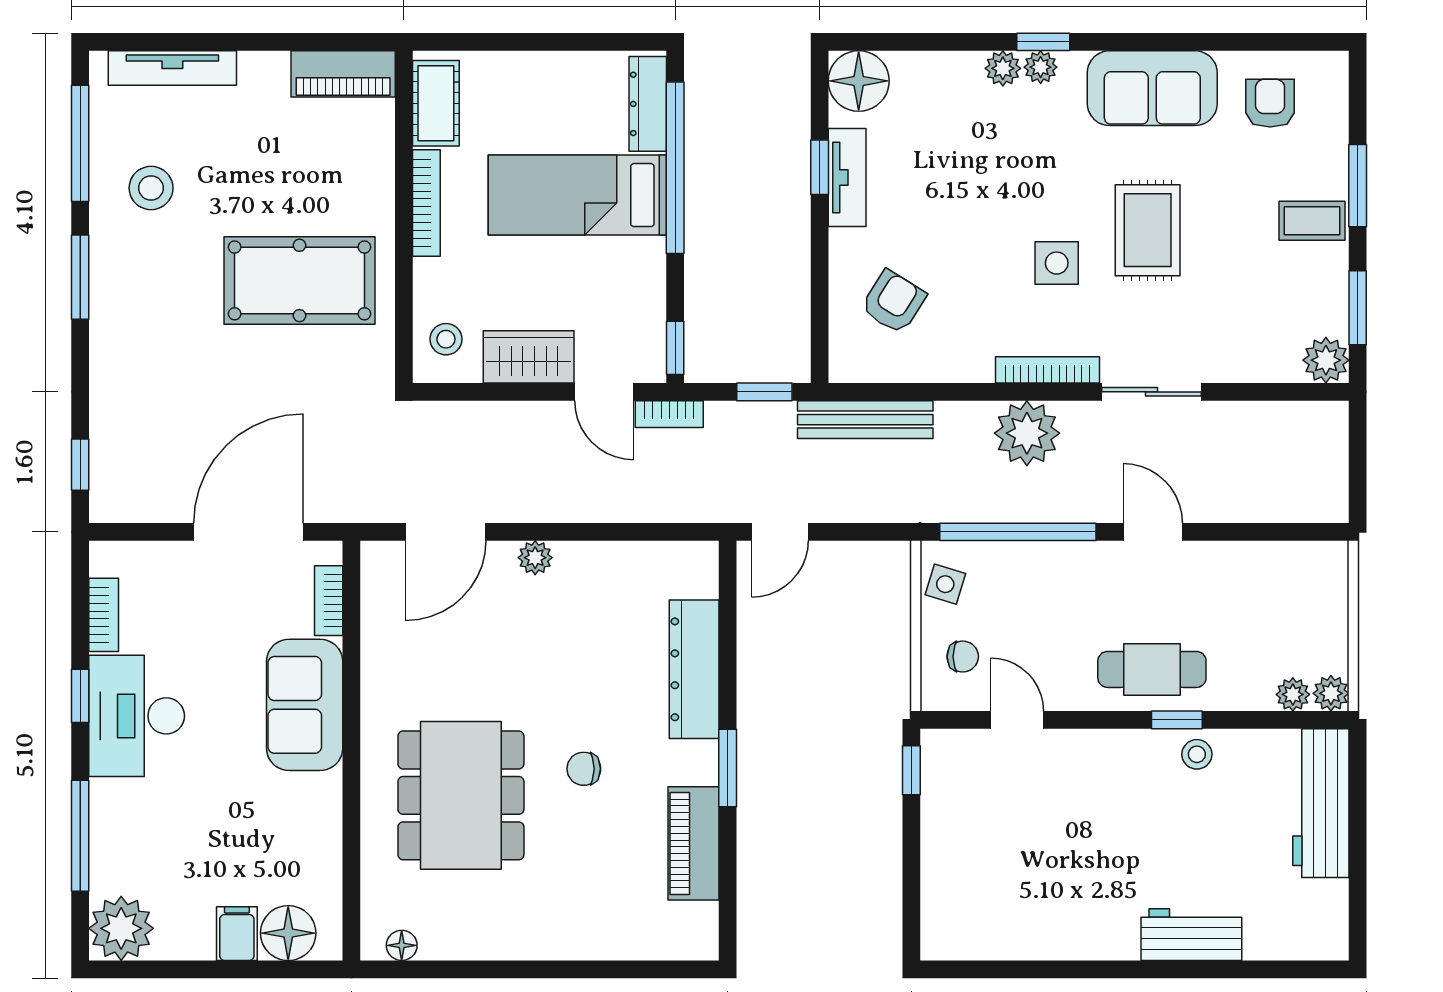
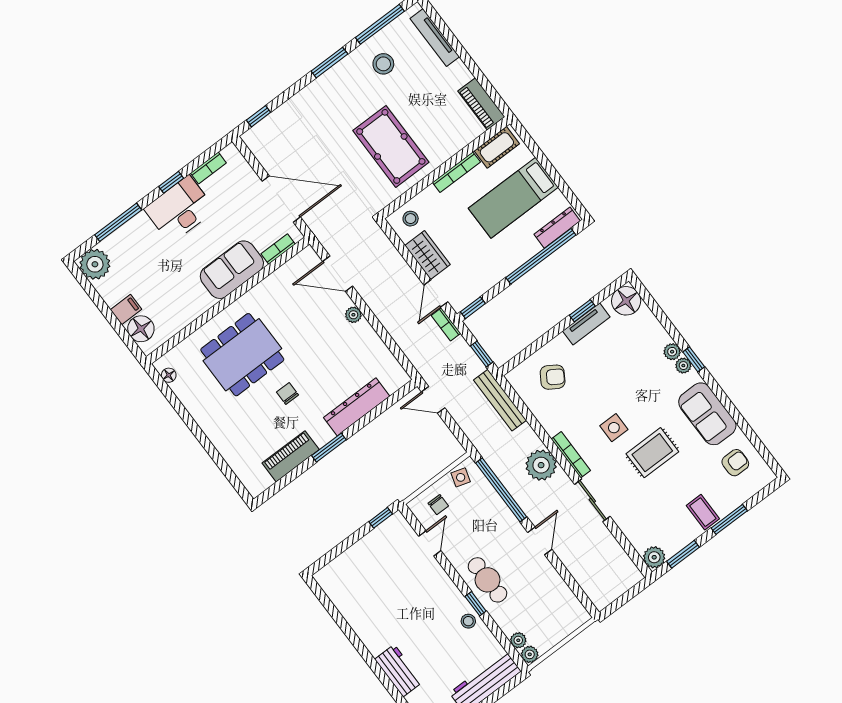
bed: (577, 195) -> (513, 198), moved, turned -90

